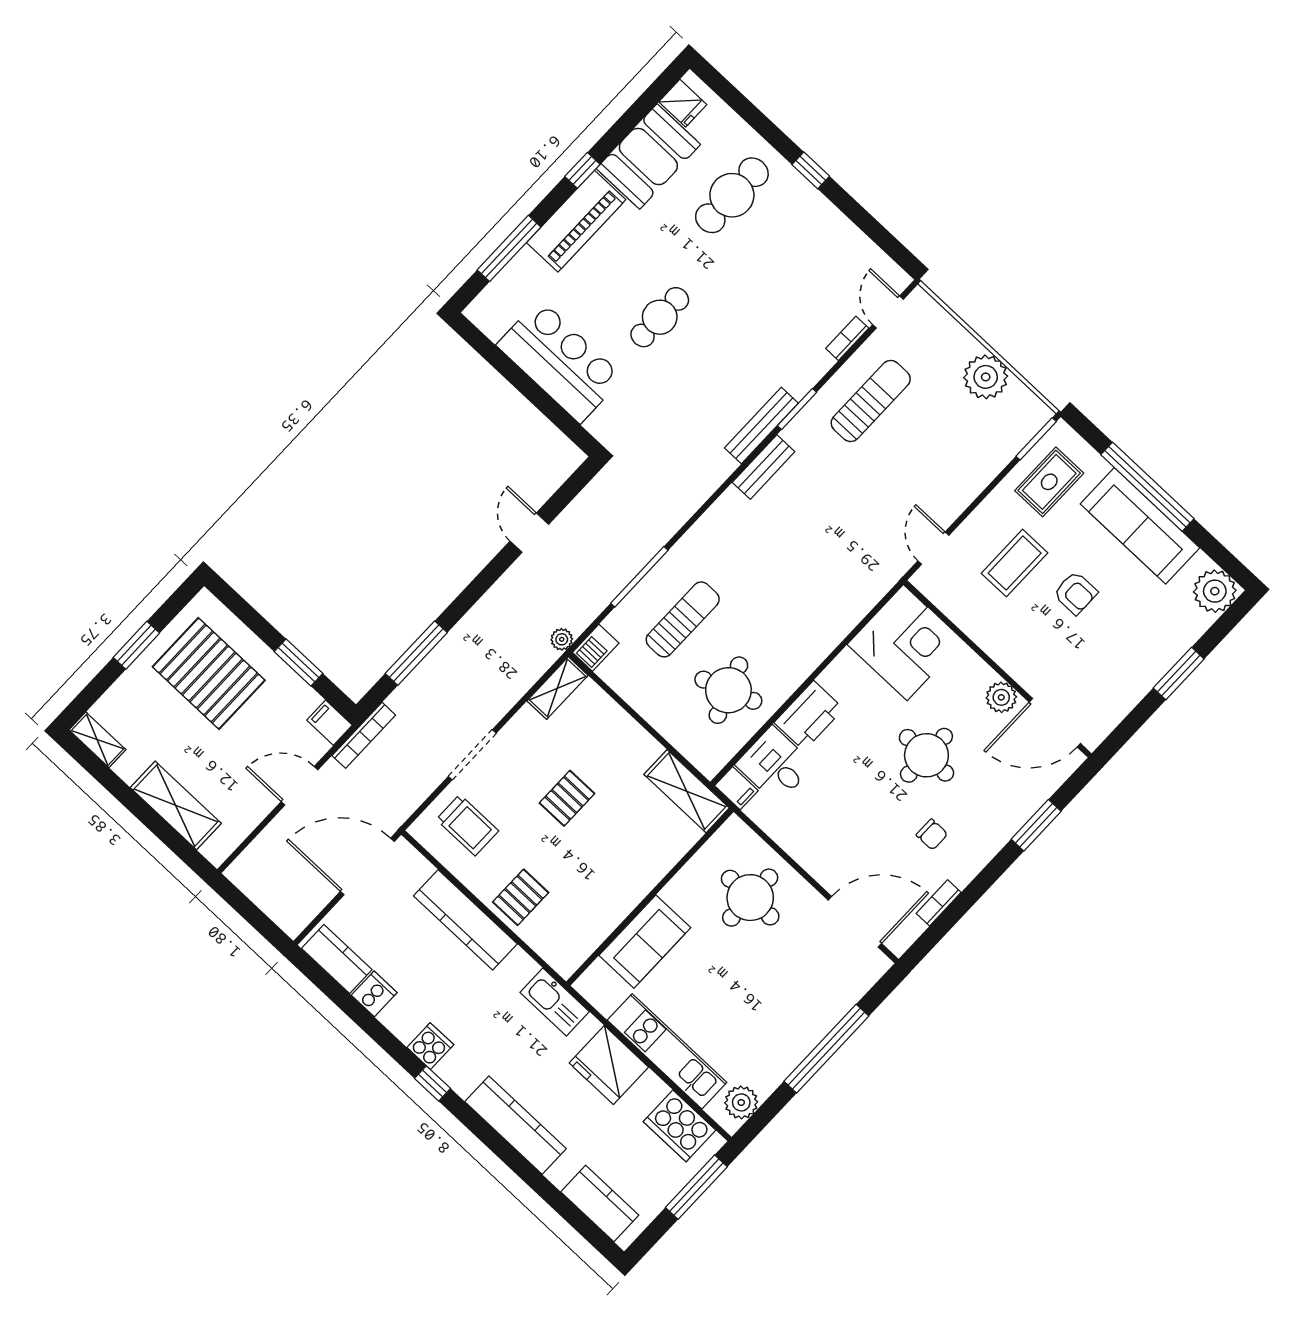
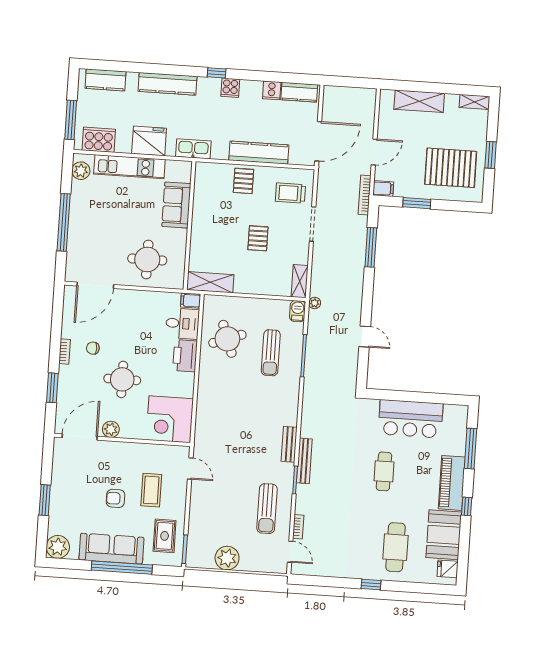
bookcase: (939, 903) -> (65, 352), moved

